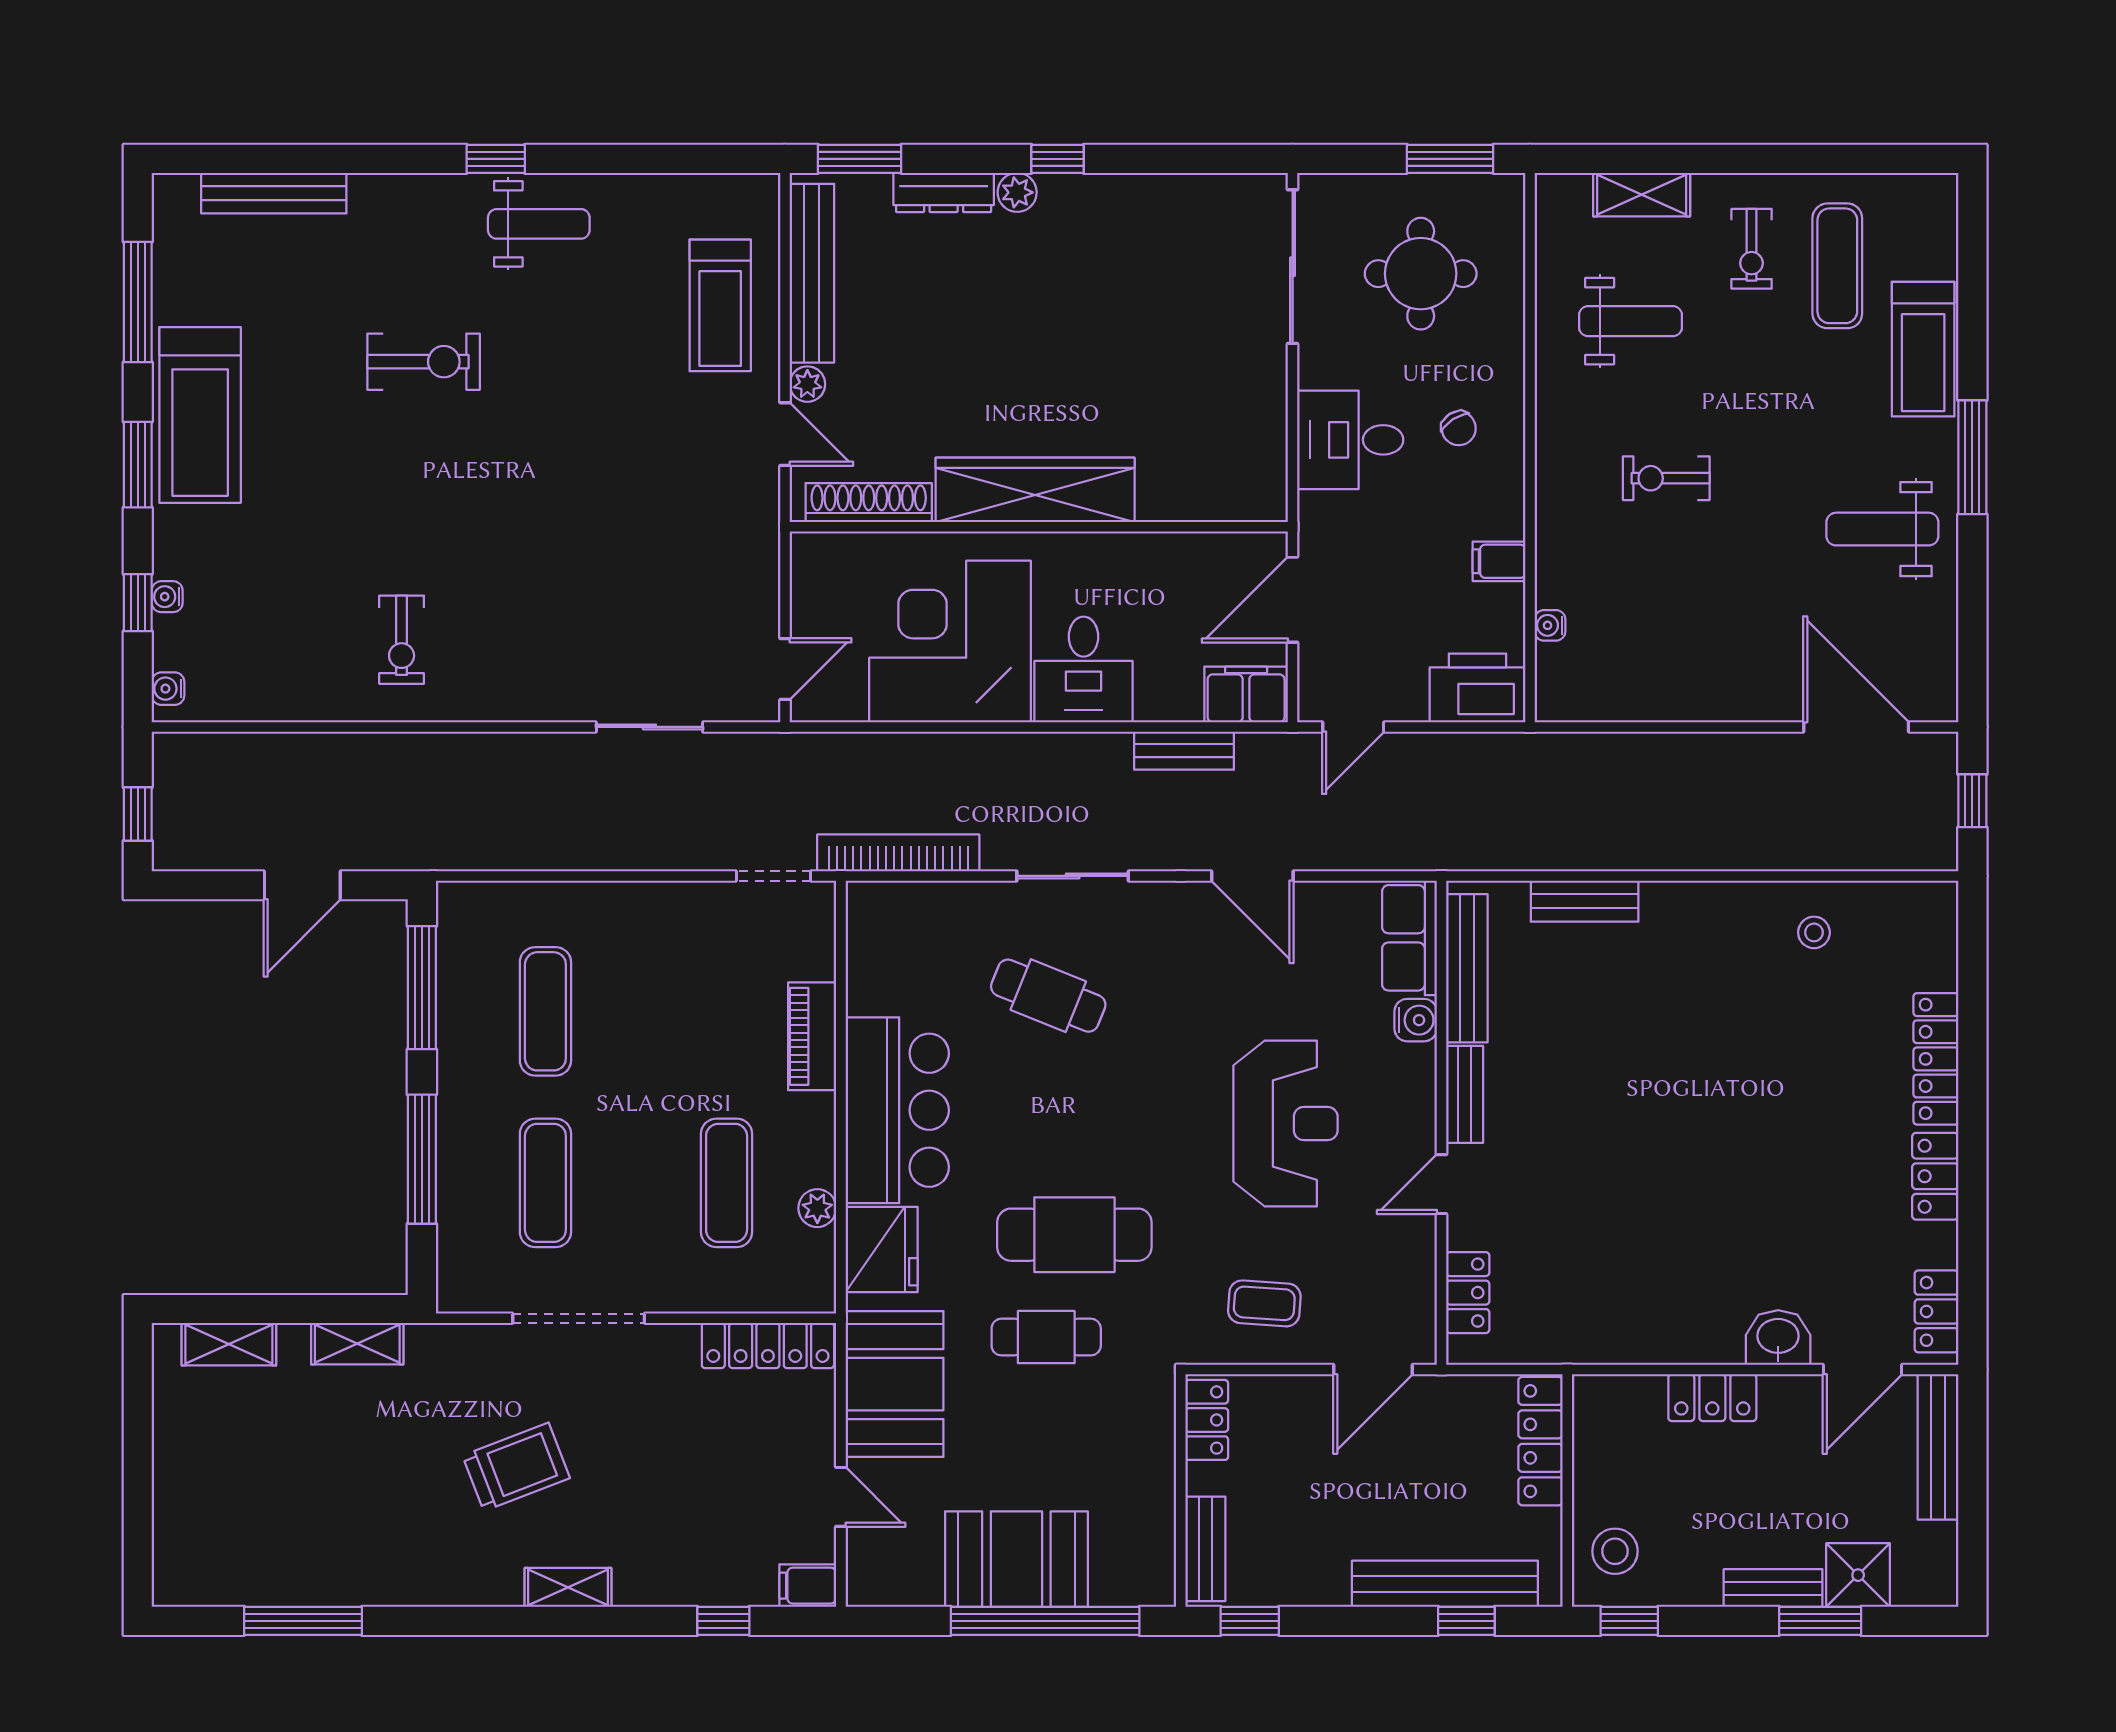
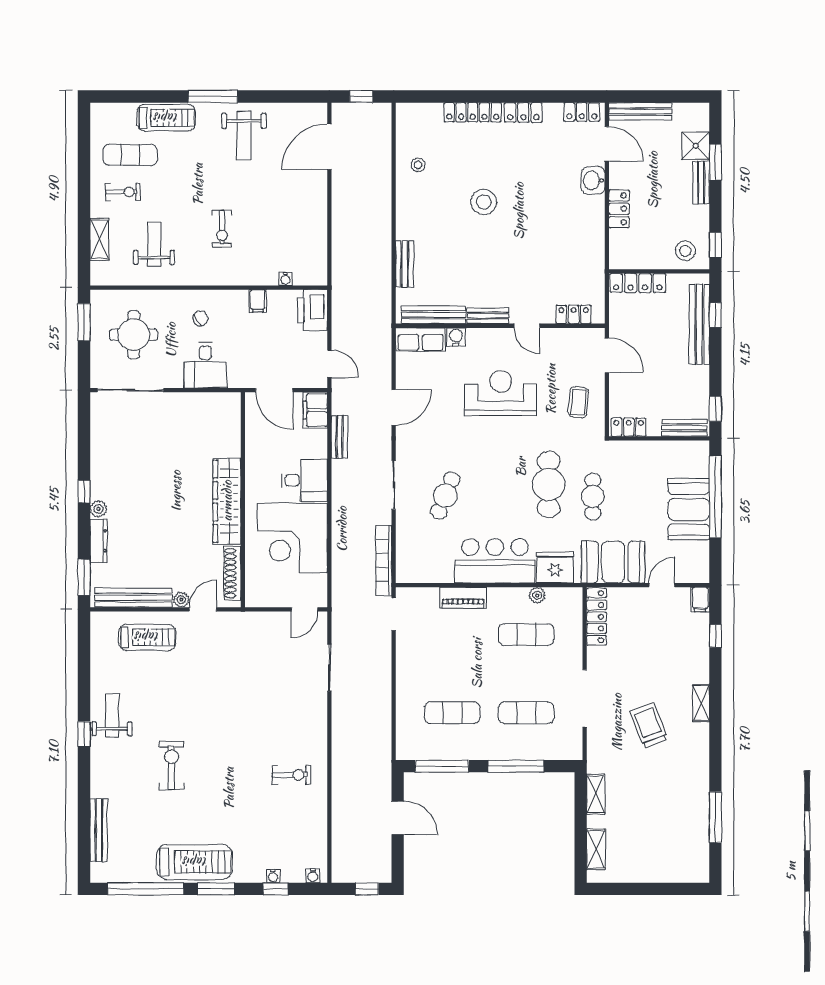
window: (138, 302) -> (146, 889), width x1.46
door: (785, 669) -> (304, 609), swing flipped
stool: (1728, 1084) -> (484, 202), added

